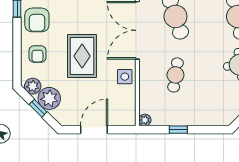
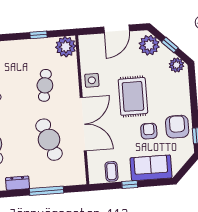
armchair: (37, 54) -> (149, 131), moved
plant: (49, 98) -> (149, 45), moved
plant: (145, 120) -> (66, 47), width x1.88, depth x1.88

